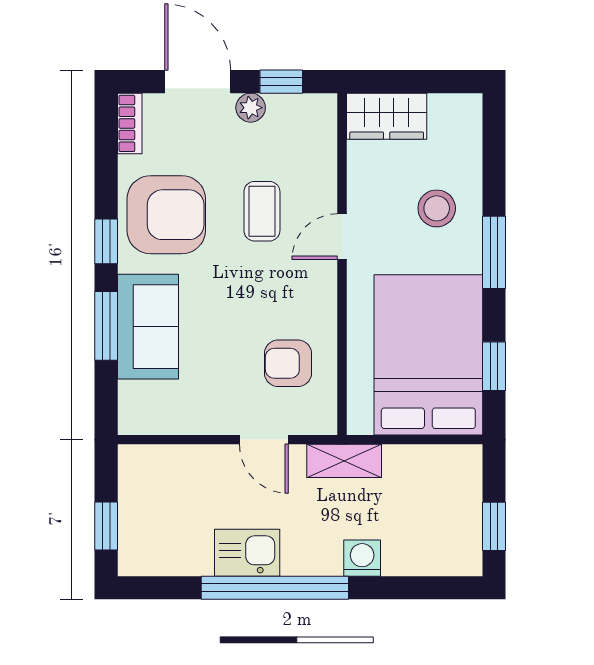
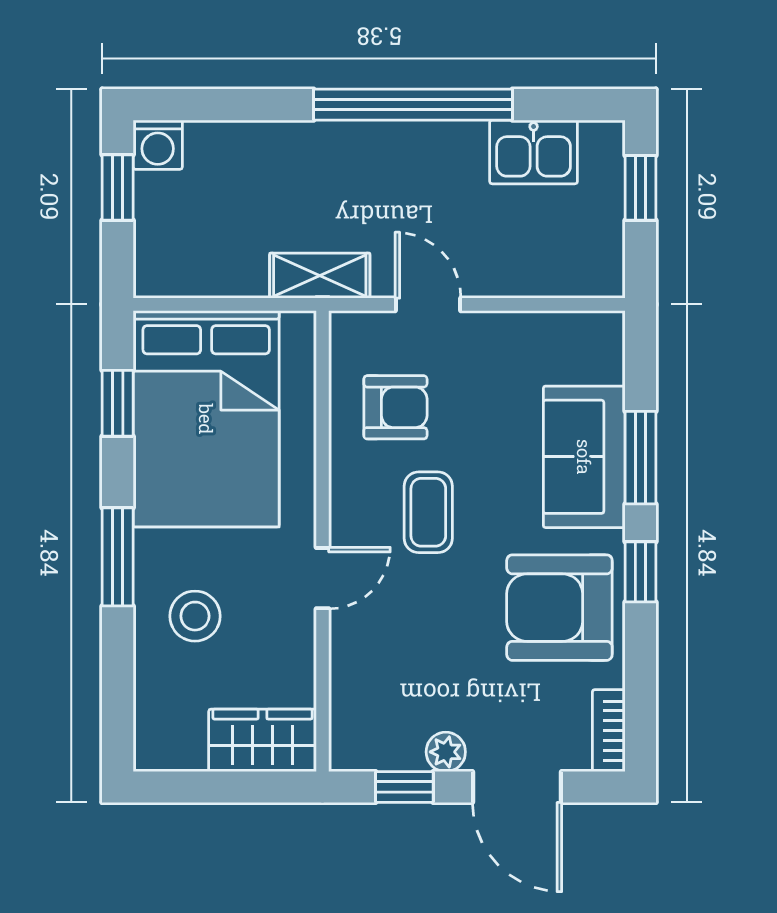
coffee table: (262, 211) -> (428, 512), moved
kitchen sink: (247, 553) -> (534, 152), moved
washing machine: (362, 558) -> (158, 145), moved

